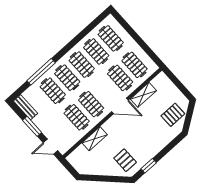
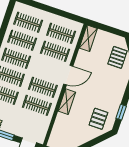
shelving: (143, 95) -> (88, 38), moved
shelving: (95, 139) -> (67, 102), moved
pallet: (125, 160) -> (98, 119), turned 90

